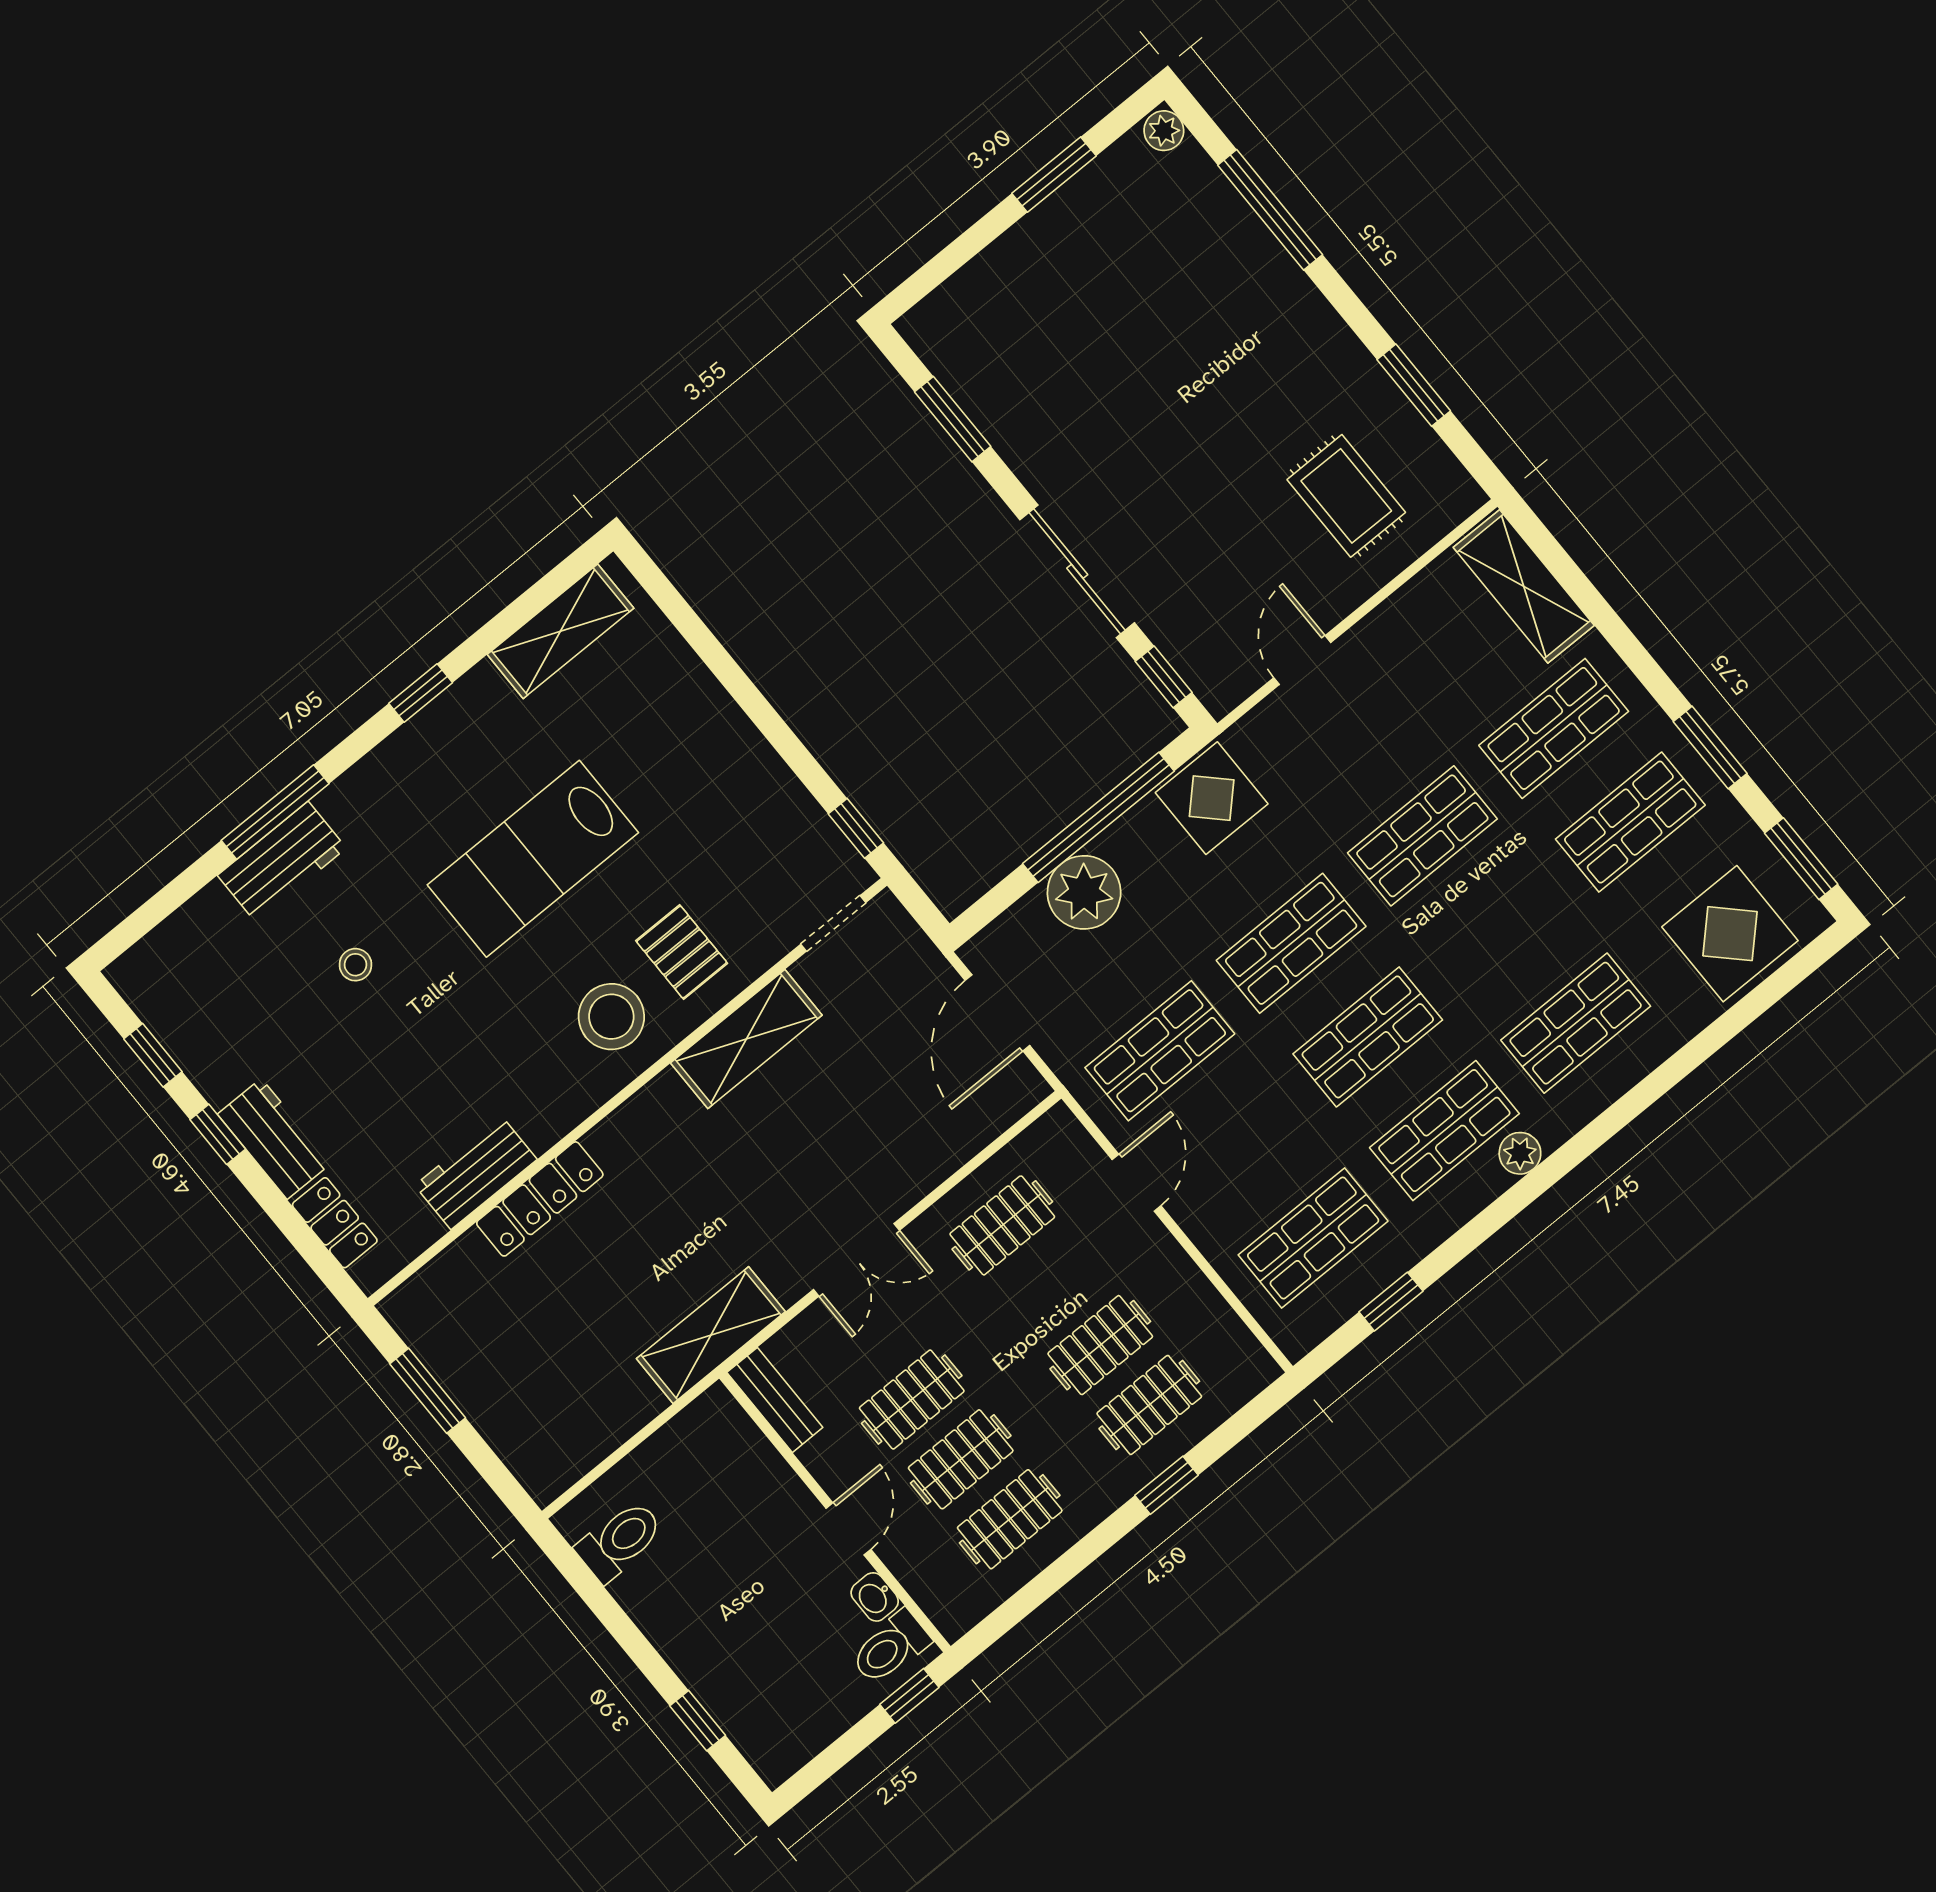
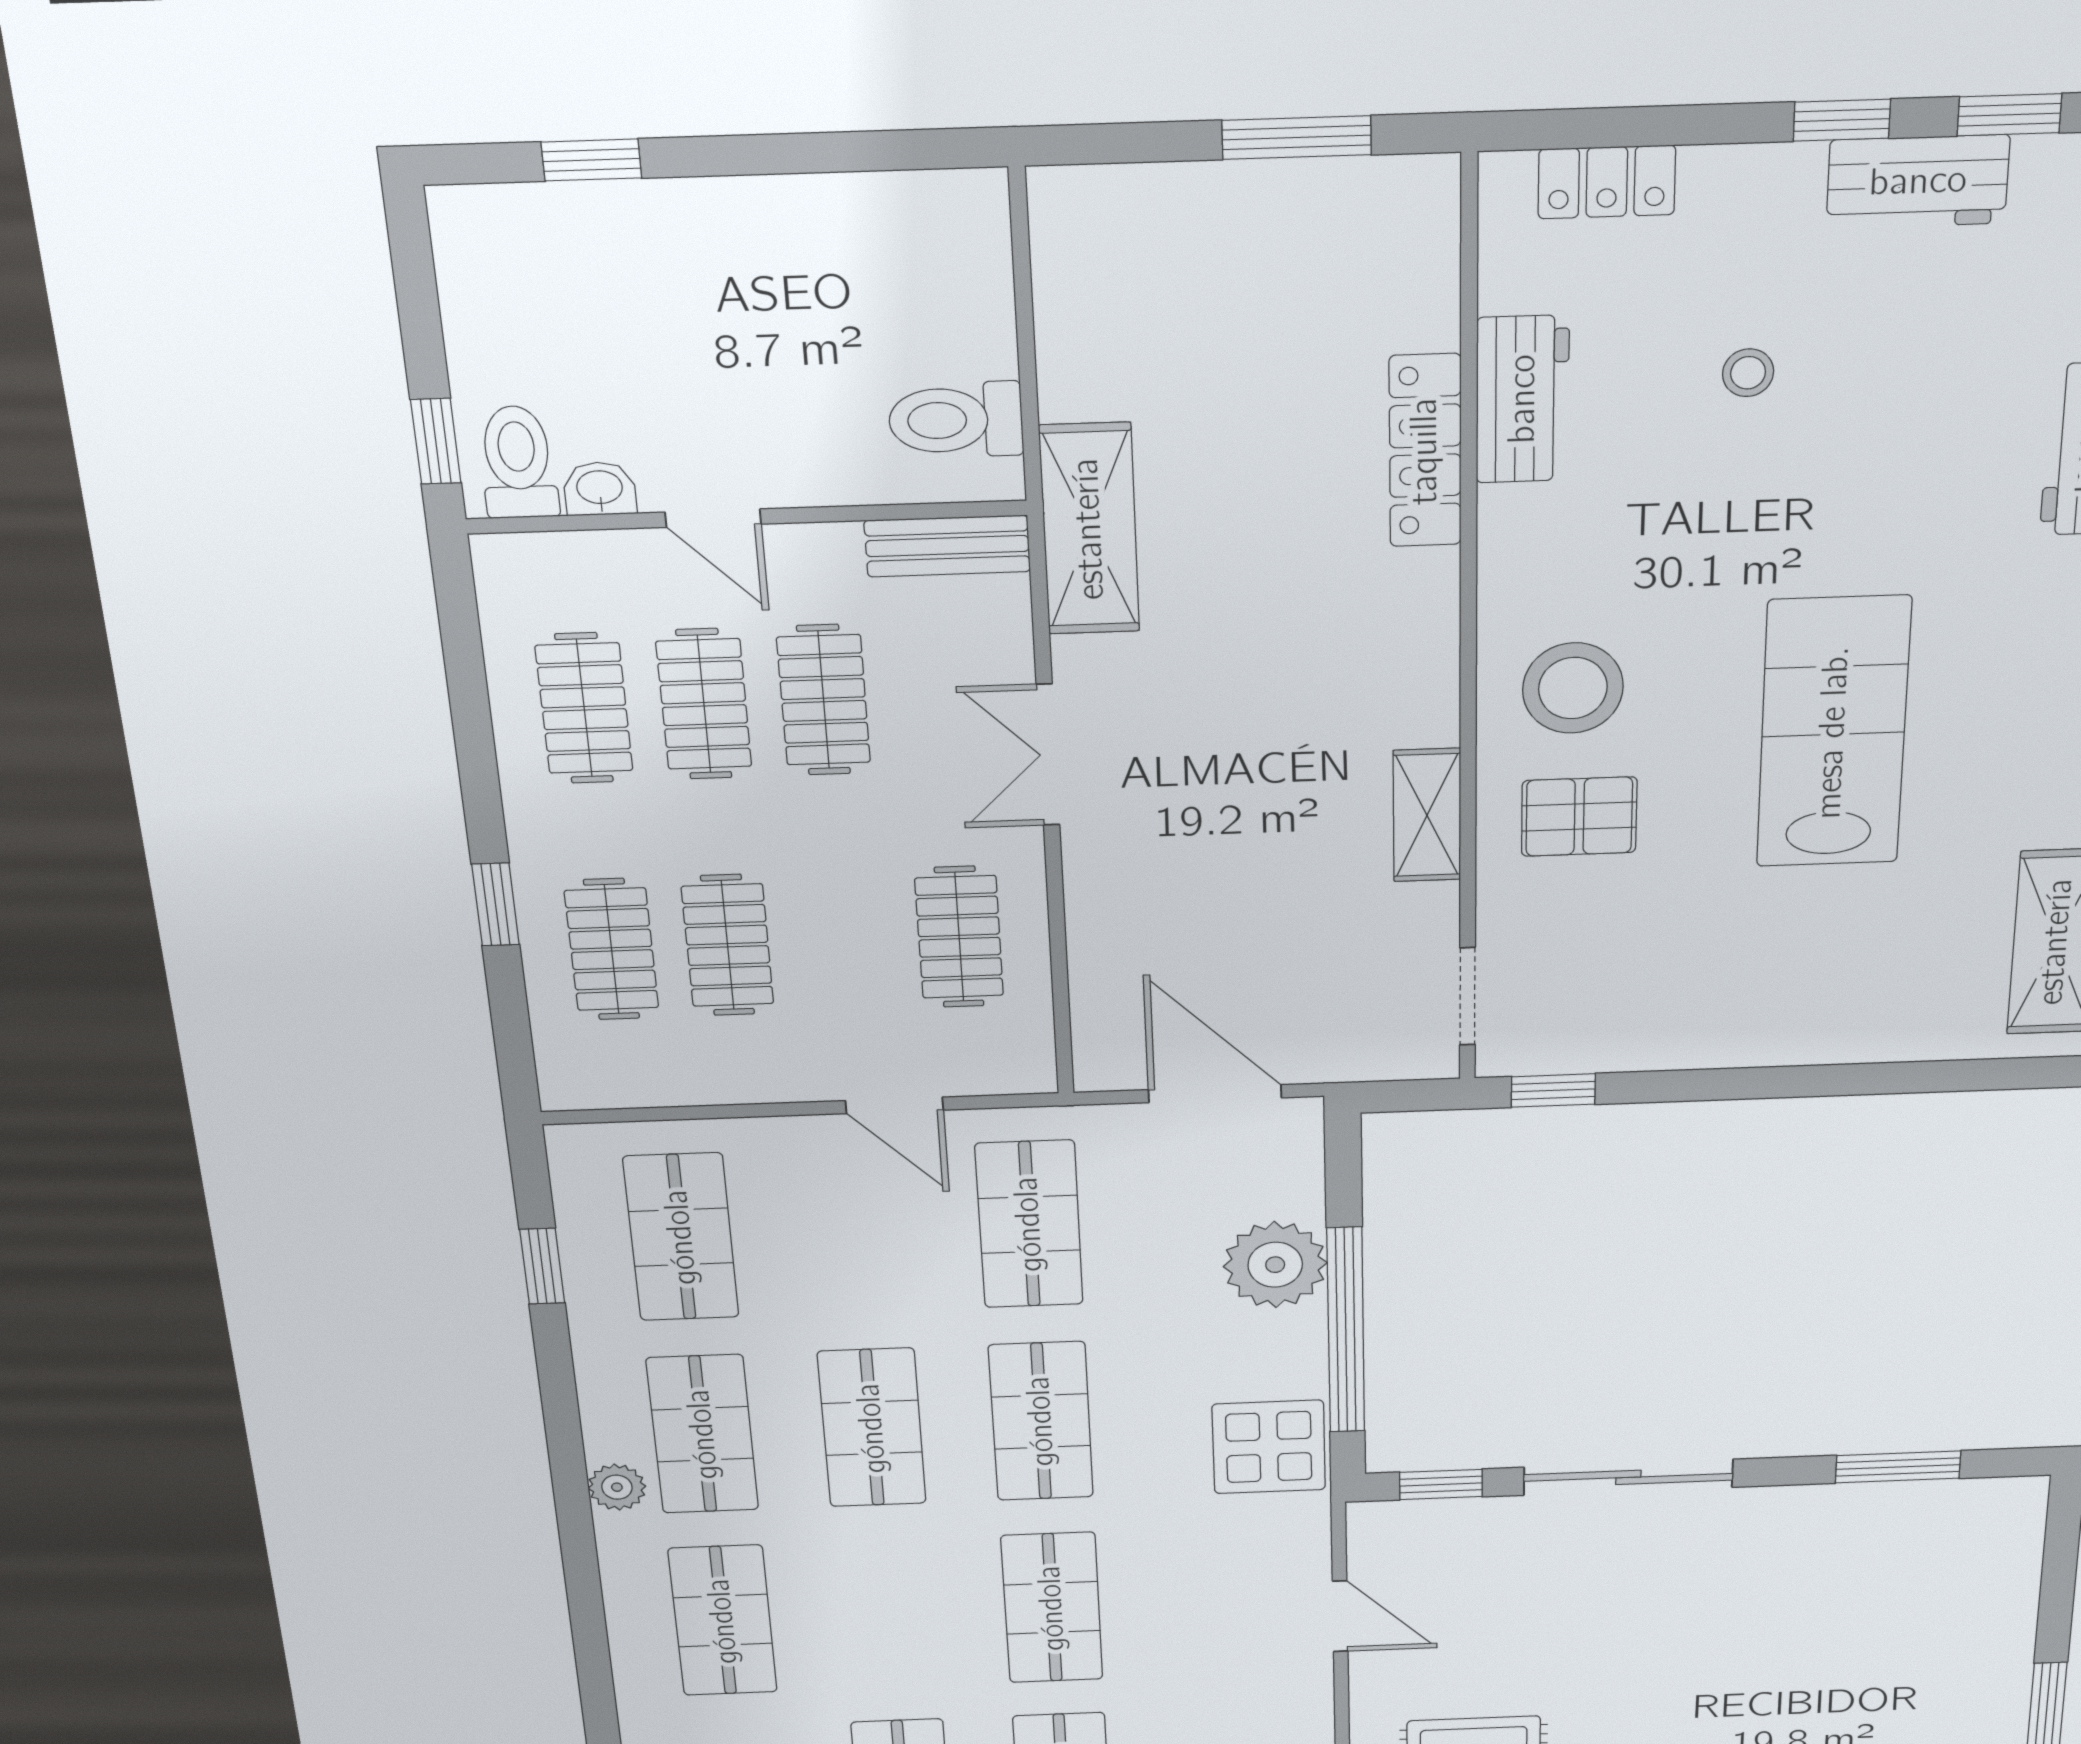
stool: (356, 965) -> (1748, 373), moved
shelving: (746, 1039) -> (1427, 815), width x0.67, depth x0.75
workbench: (274, 1139) -> (1918, 182), moved
toilet: (620, 1541) -> (956, 420), moved, turned 90

